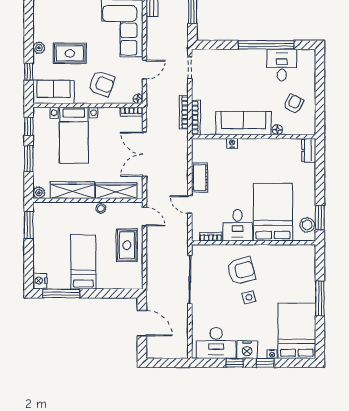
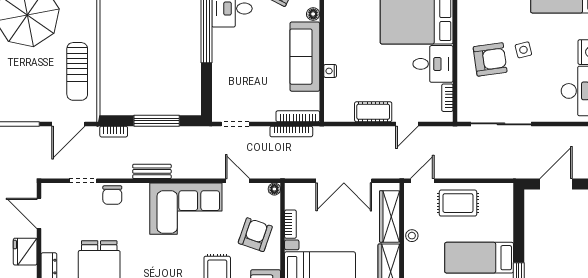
bookcase: (131, 112) -> (290, 224), moved
armchair: (241, 271) -> (490, 59), turned 97

